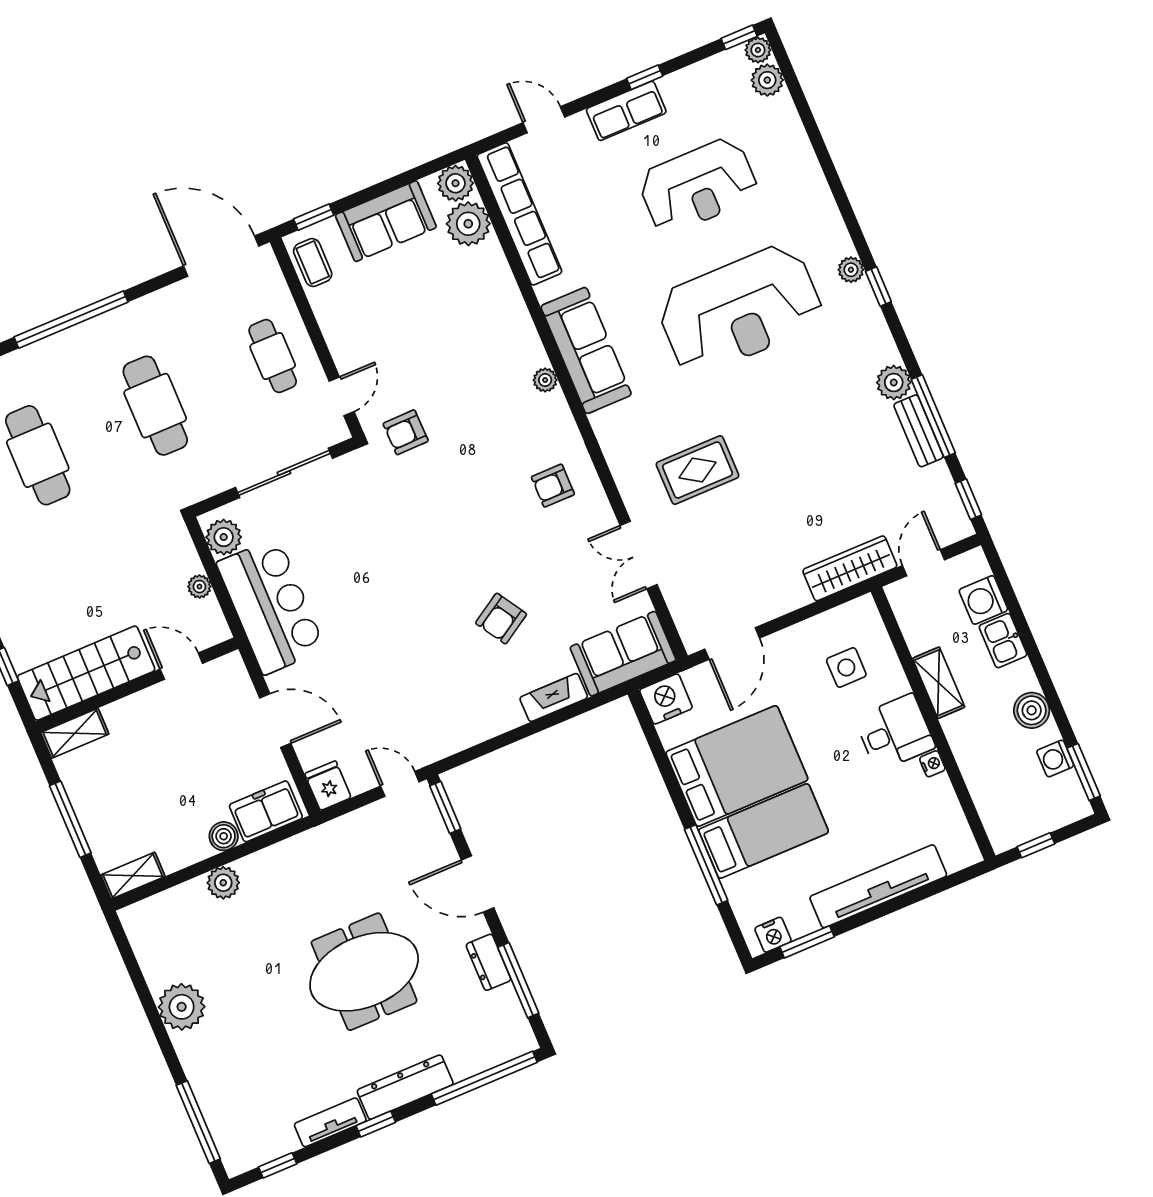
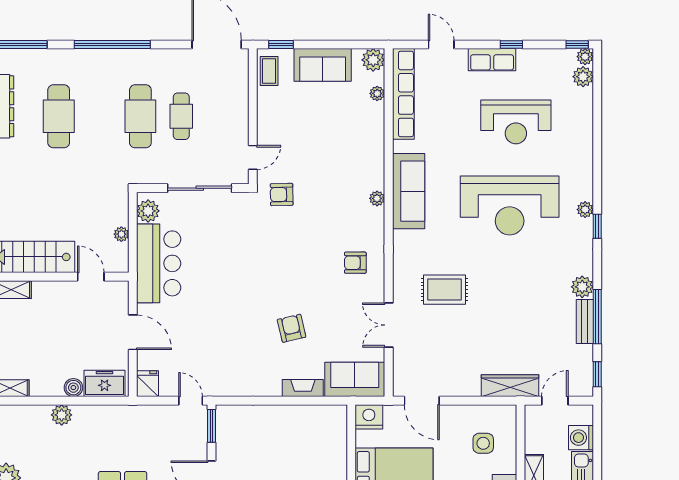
plant: (468, 224) -> (377, 93), width x0.53, depth x0.53
cafe table: (273, 356) -> (181, 116), moved
armchair: (501, 619) -> (292, 328), turned 109
door: (732, 644) -> (422, 401), hinge flipped

